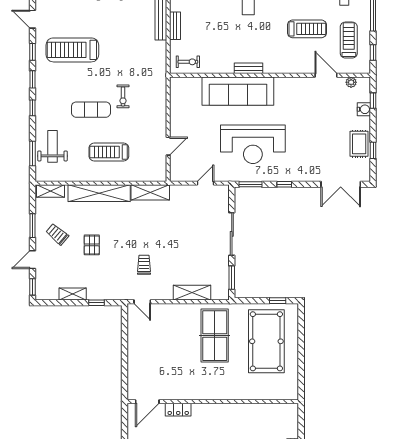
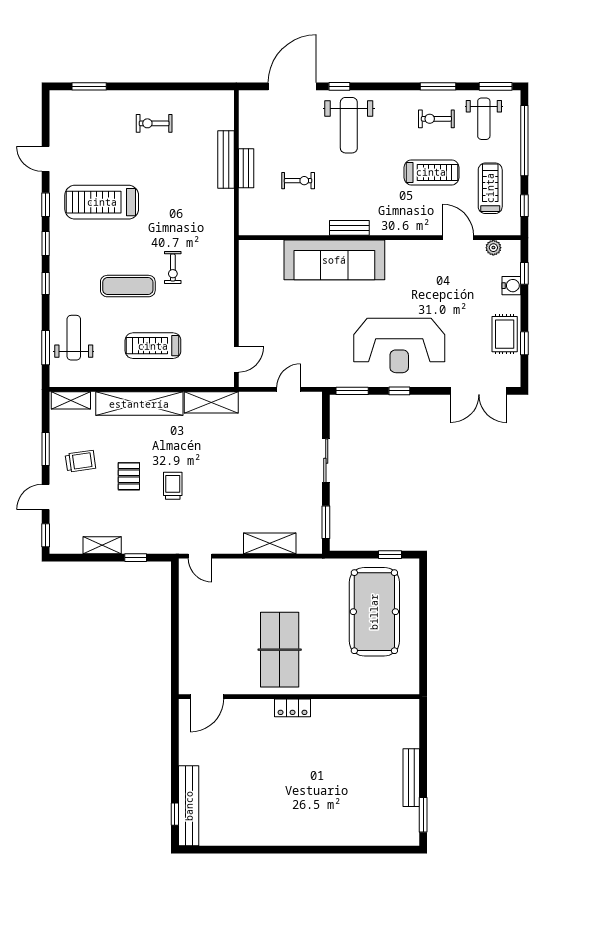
exercise bike: (188, 62) -> (298, 181), moved
reception desk: (253, 144) -> (399, 346), moved
door: (168, 146) -> (236, 359), moved
trolley: (57, 234) -> (80, 461), turned 132
sliding door: (232, 234) -> (326, 461), width x0.73
trolley: (144, 265) -> (173, 486), moved
table tennis table: (215, 336) -> (280, 650), moved
locker: (178, 410) -> (293, 708), moved

